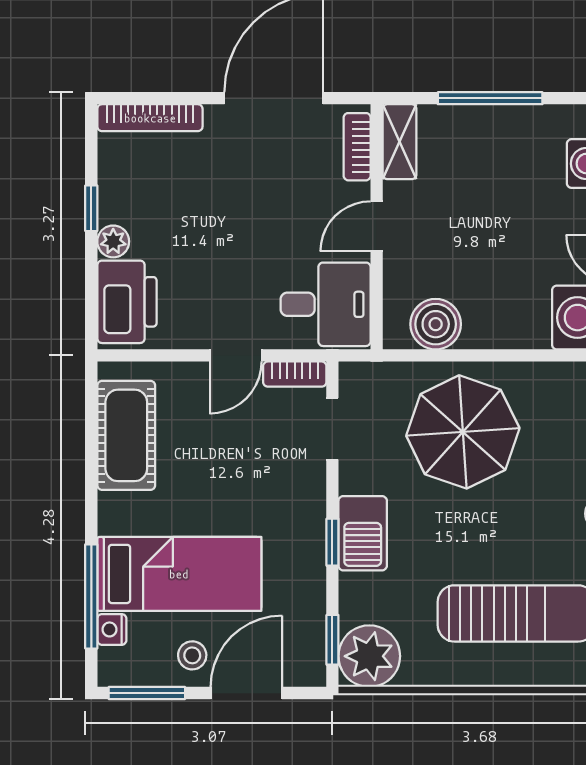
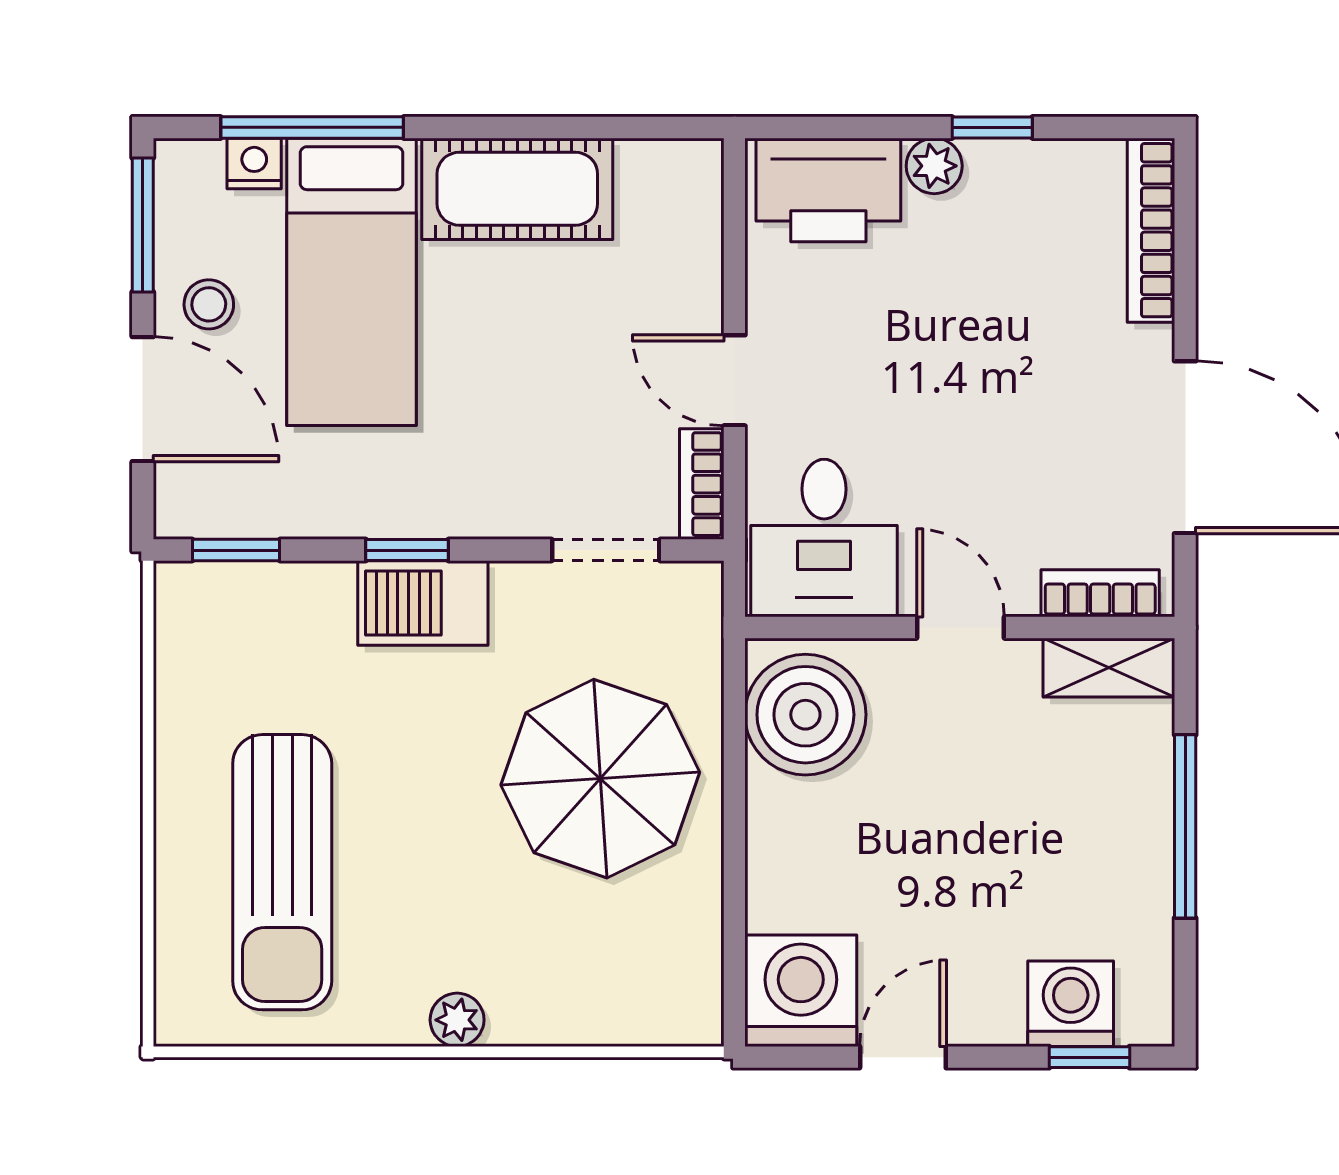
boiler: (436, 324) -> (805, 715), width x1.37, depth x1.37
cot: (126, 435) -> (517, 189), moved
plant: (369, 656) -> (207, 615), removed

